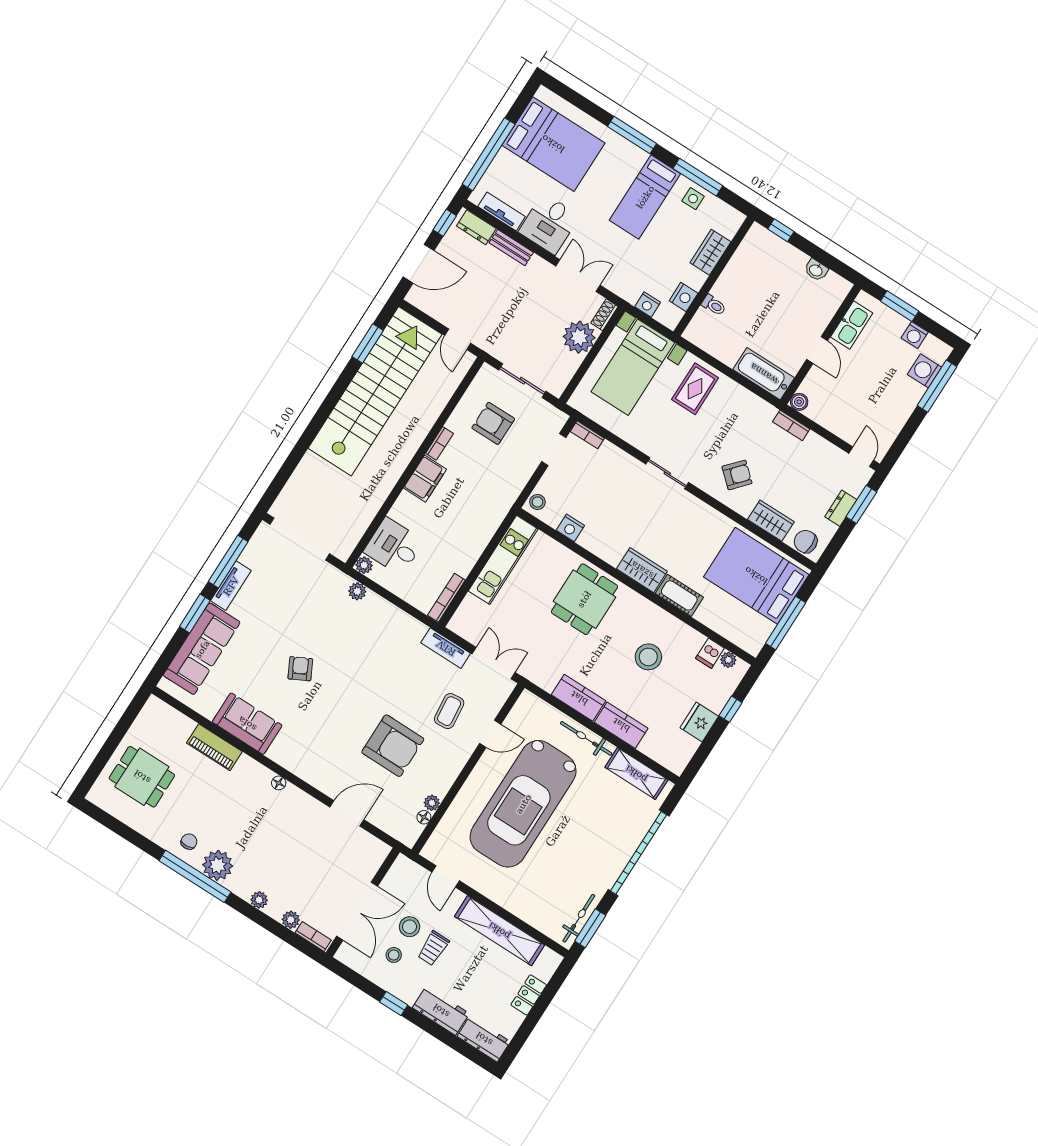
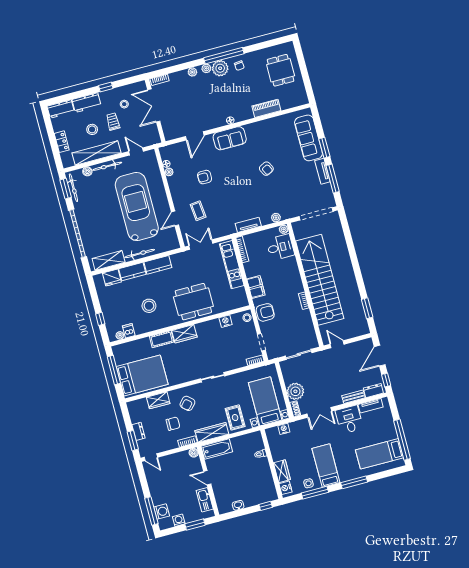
bed: (553, 144) -> (379, 454), width x0.67
window: (489, 154) -> (402, 440), moved
nightstand: (684, 297) -> (286, 488), moved
stairs: (375, 391) -> (320, 280), moved, turned 180
wardrobe: (746, 402) -> (212, 432), added
armchair: (493, 423) -> (265, 312), moved
filing cabinet: (425, 479) -> (256, 287), moved, turned 180
chair: (806, 542) -> (173, 424), moved
kitchen unit: (503, 560) -> (232, 265), moved
dining table: (584, 599) -> (193, 302), width x1.38
tv unit: (446, 648) -> (248, 225), moved
double door: (494, 663) -> (201, 245), swing flipped
fridge: (699, 722) -> (112, 277), moved, turned 90
sofa: (247, 724) -> (230, 138), moved
armchair: (393, 746) -> (205, 177), width x0.53, depth x0.53
dining table: (142, 777) -> (281, 70), turned 90
bicycle: (504, 898) -> (107, 166), added
plant: (291, 920) -> (206, 68), moved
boiler: (538, 920) -> (87, 171), added
stool: (410, 927) -> (92, 129), moved

